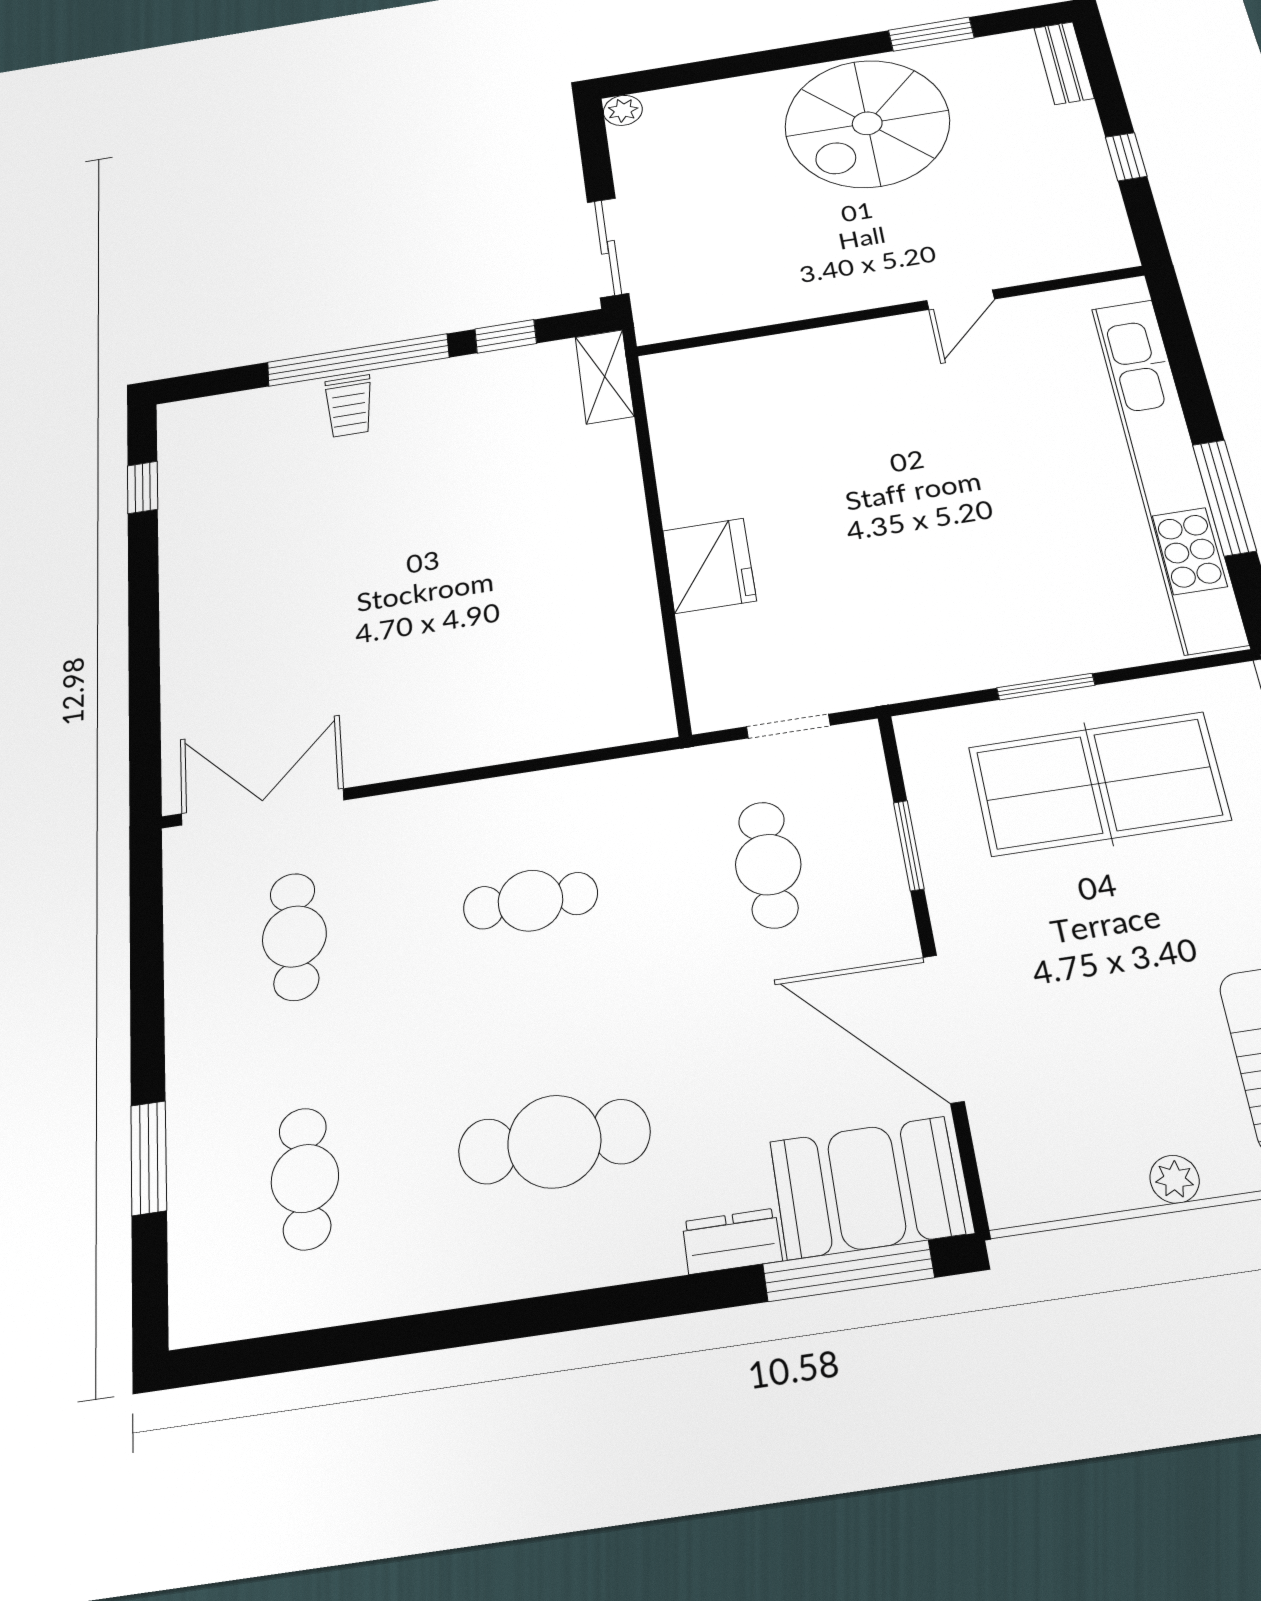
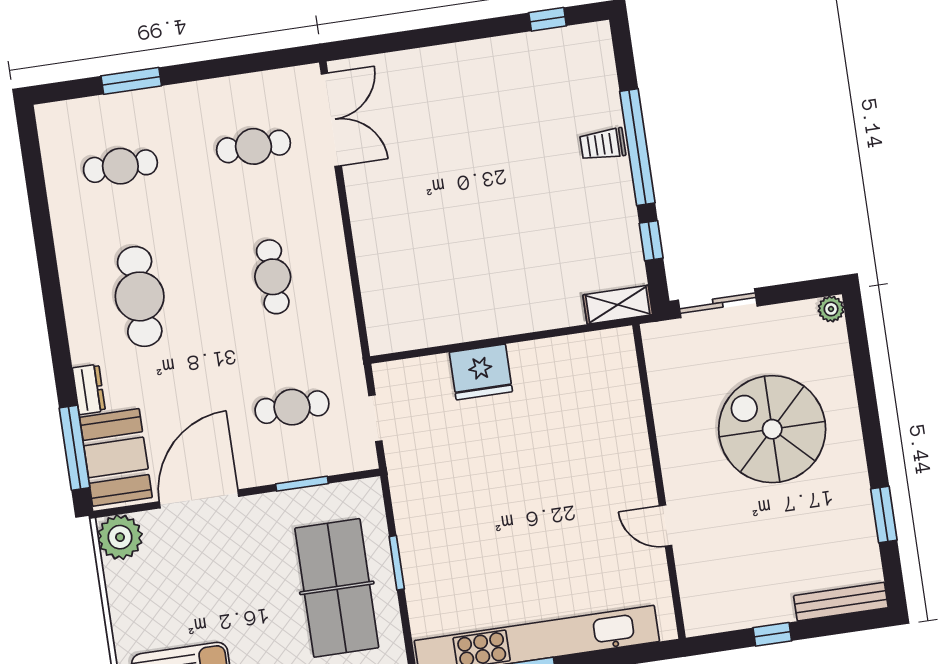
bench: (1064, 63) -> (841, 602), width x1.36
spiral stairs: (867, 123) -> (772, 429), moved
plant: (1175, 1179) -> (120, 537), moved, width x1.87, depth x1.87

